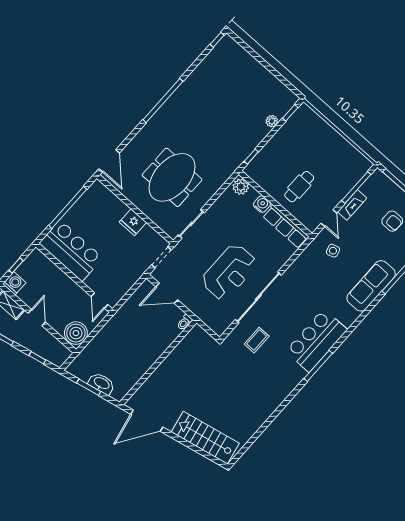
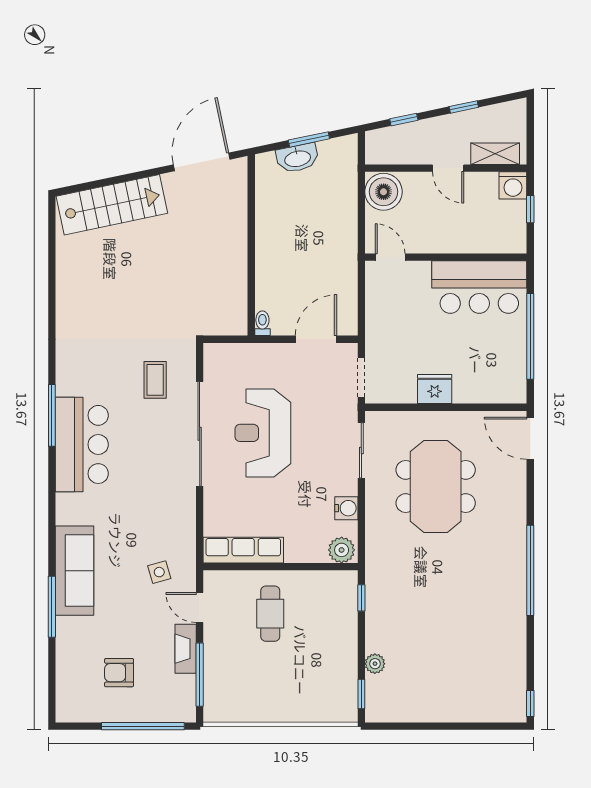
water cooler: (262, 204) -> (346, 508), moved, turned -90

